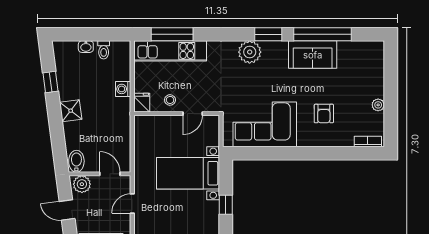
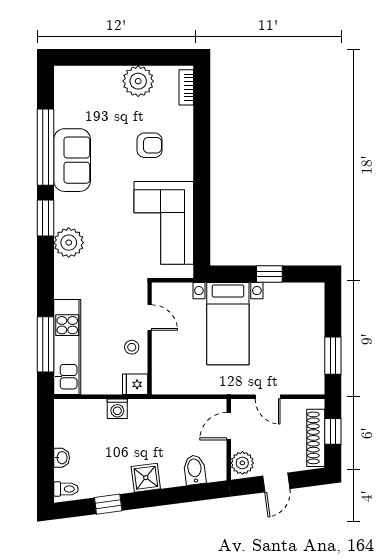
toilet: (104, 50) -> (66, 489), moved
plant: (378, 105) -> (138, 81), width x1.88, depth x1.88
bidet: (76, 161) -> (195, 470), moved, turned 83

